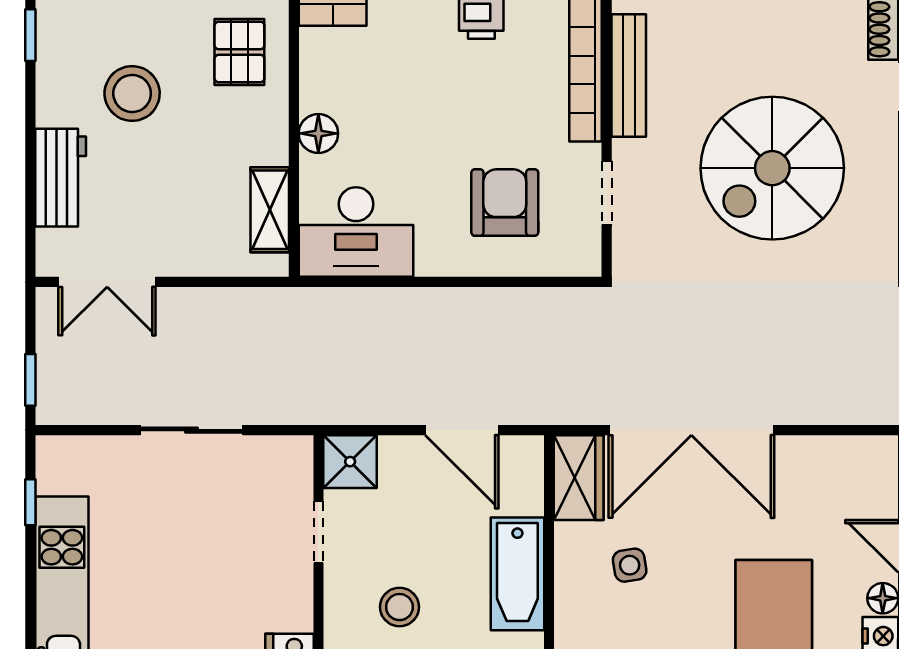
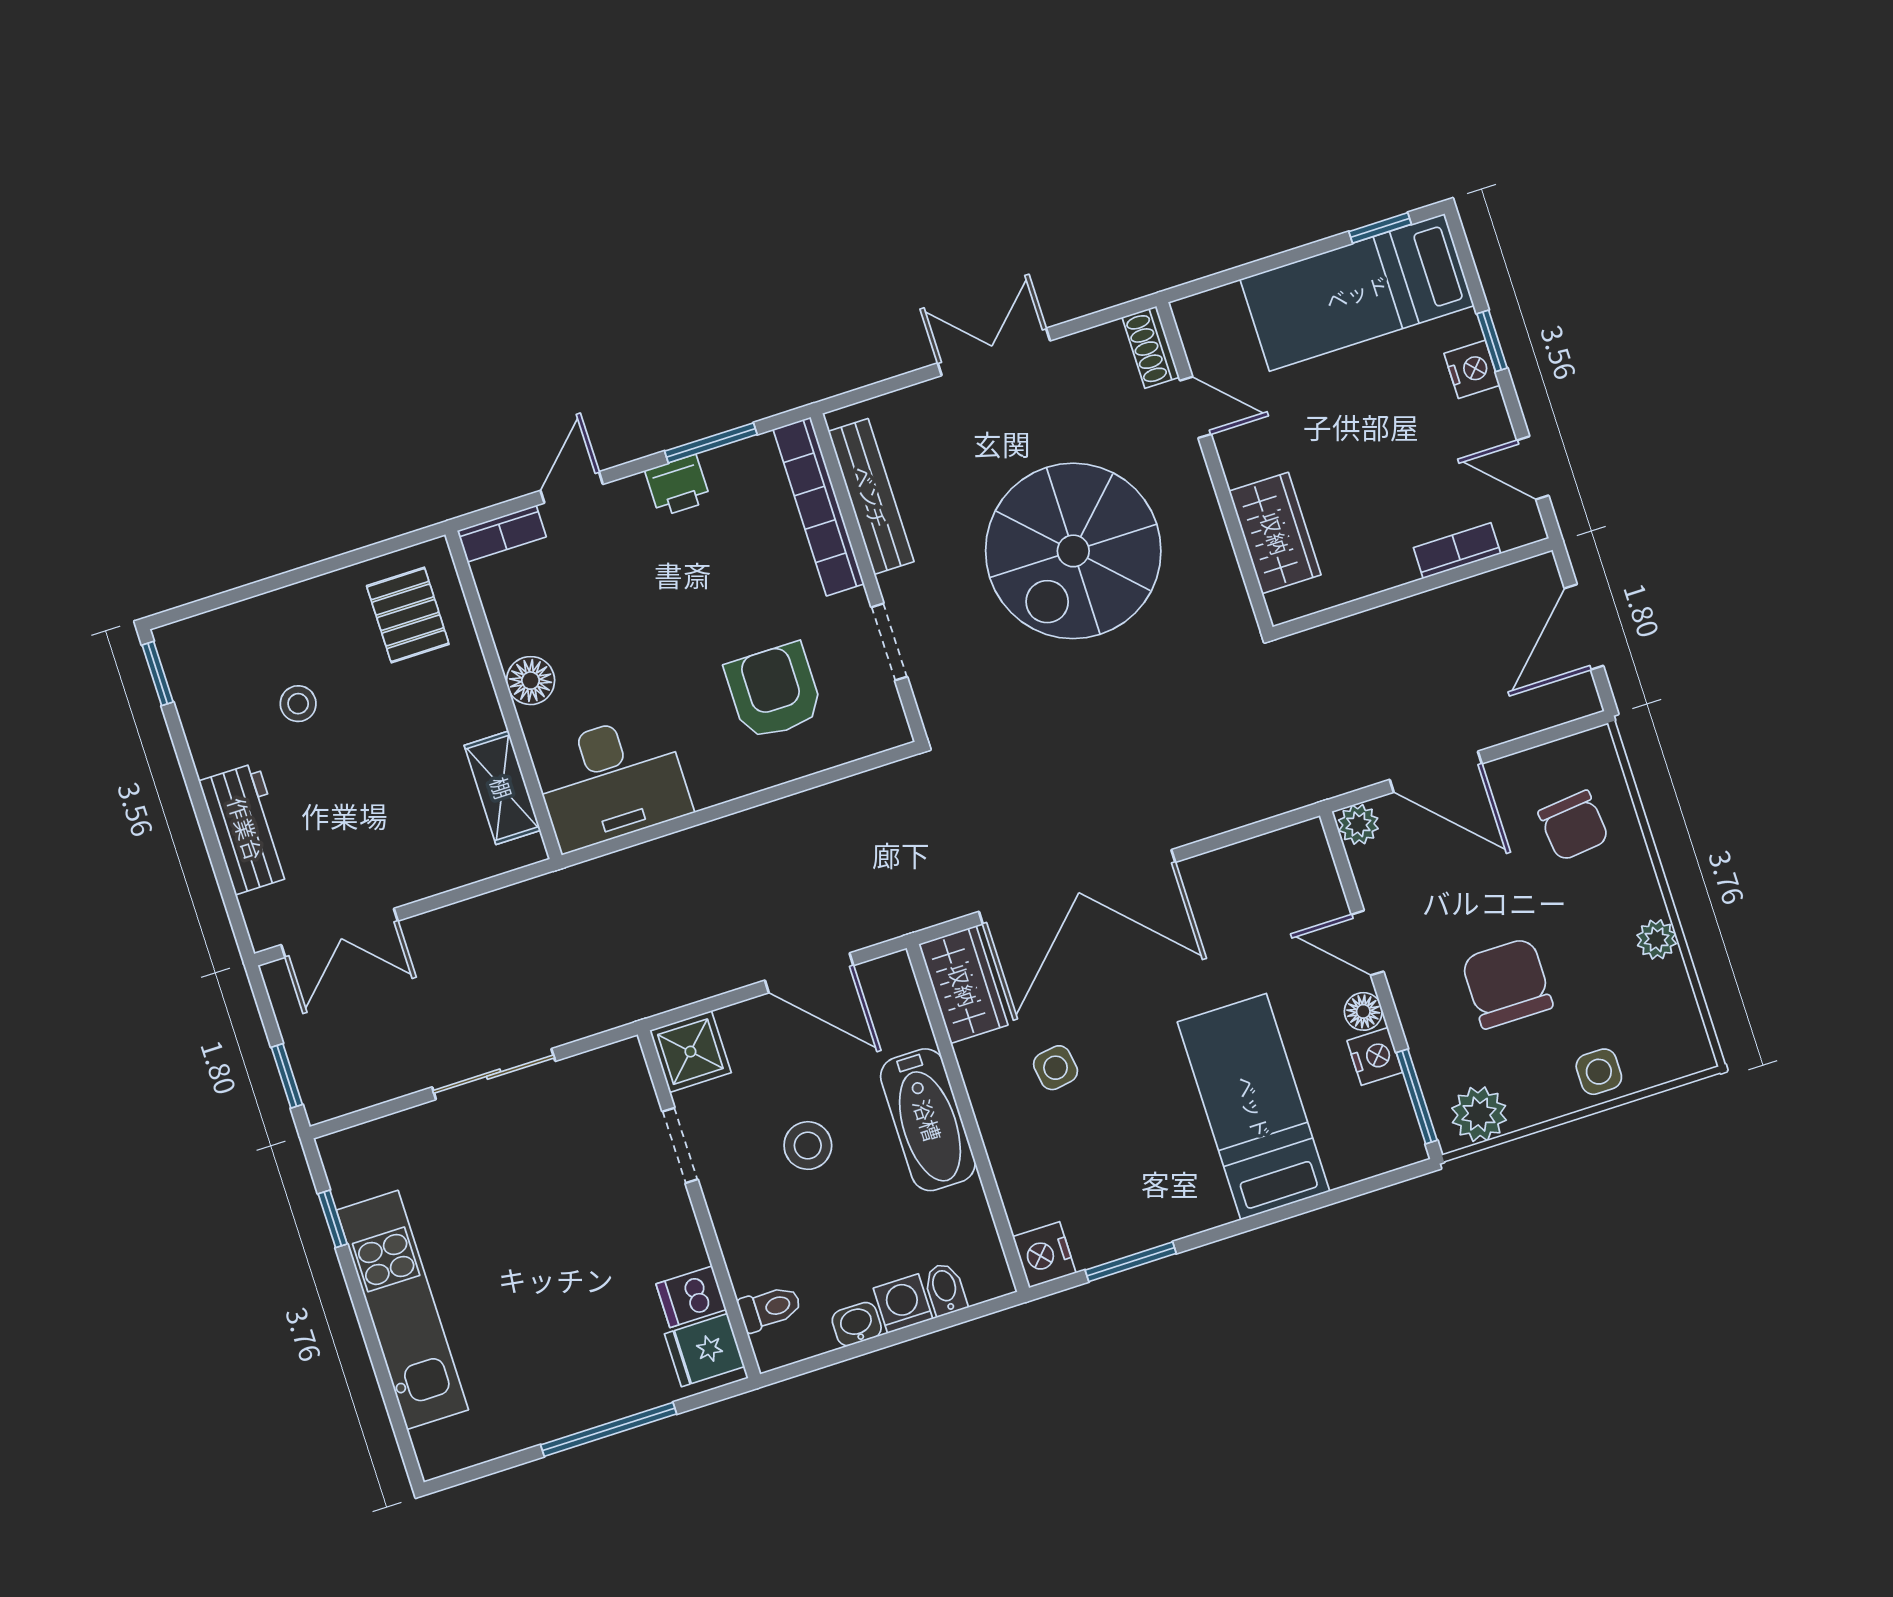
stool: (132, 93) -> (298, 704), width x0.53, depth x0.53
stool: (399, 607) -> (808, 1146), moved

